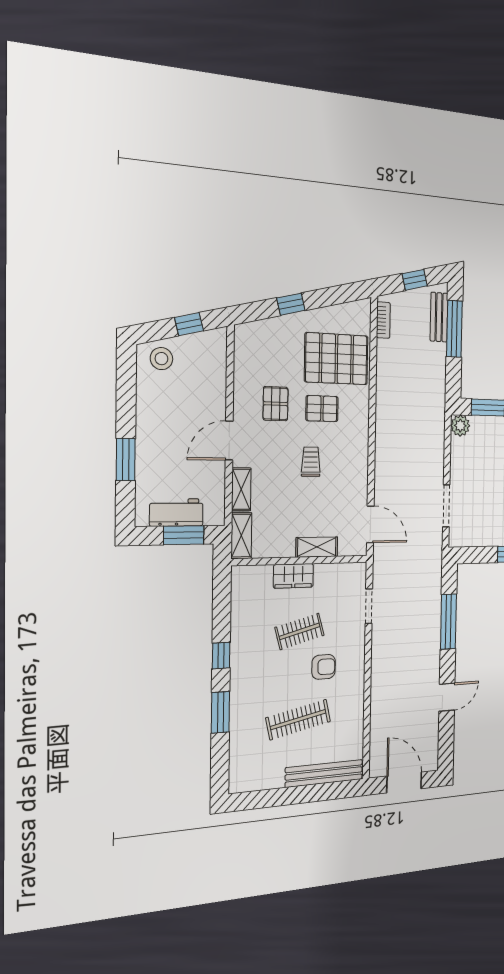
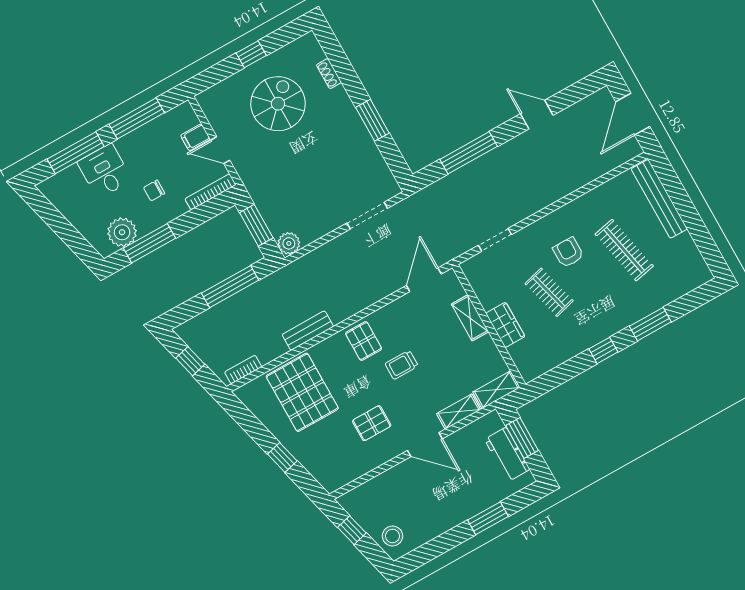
bench: (439, 317) -> (308, 331), moved
window: (454, 329) -> (230, 287), moved
pallet: (322, 409) -> (364, 341), moved

